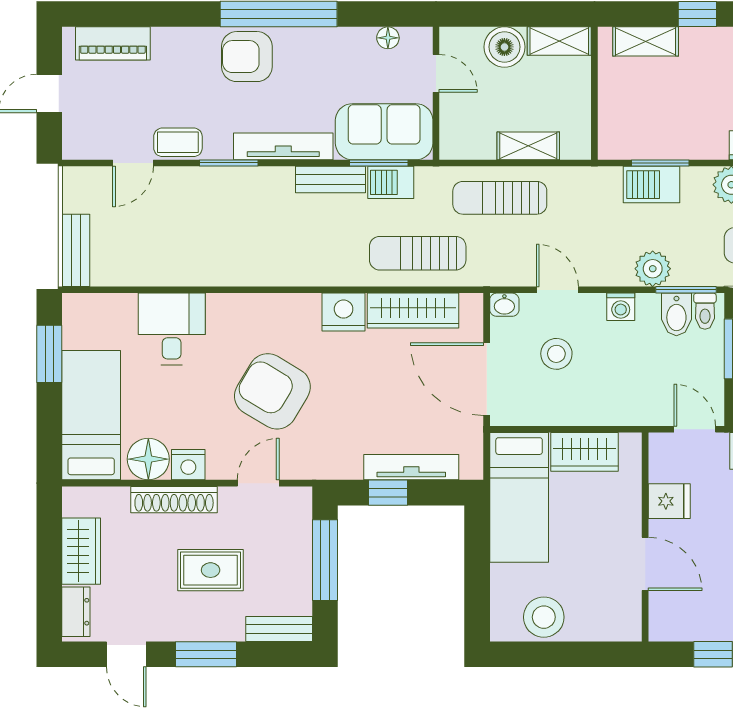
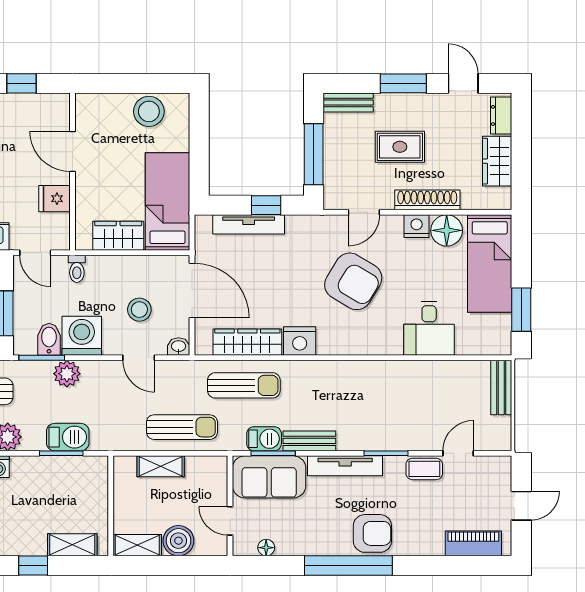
washing machine: (621, 307) -> (82, 336), width x1.89, depth x1.89
toilet: (705, 311) -> (77, 269), moved, turned 180

